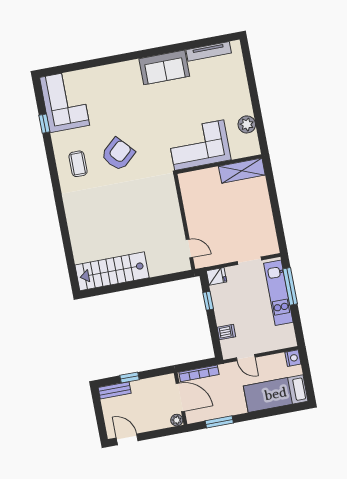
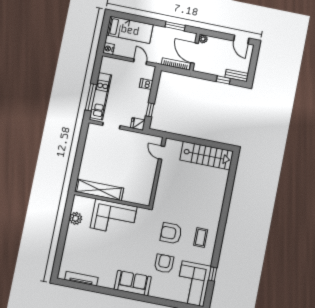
sofa: (164, 67) -> (133, 283), moved
armchair: (111, 112) -> (164, 264), added
armchair: (118, 154) -> (171, 233), turned 42
shelving: (242, 171) -> (99, 190), width x1.47
wall: (184, 222) -> (158, 172), moved
door: (189, 248) -> (161, 153), moved

